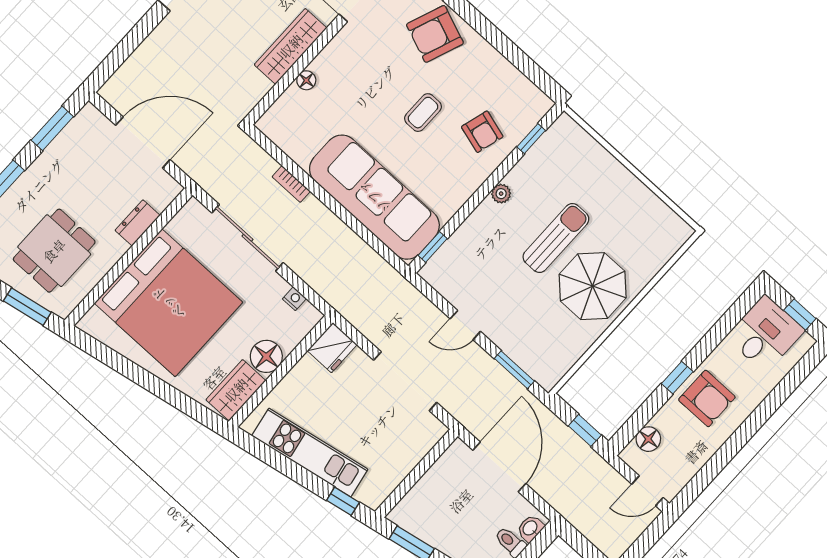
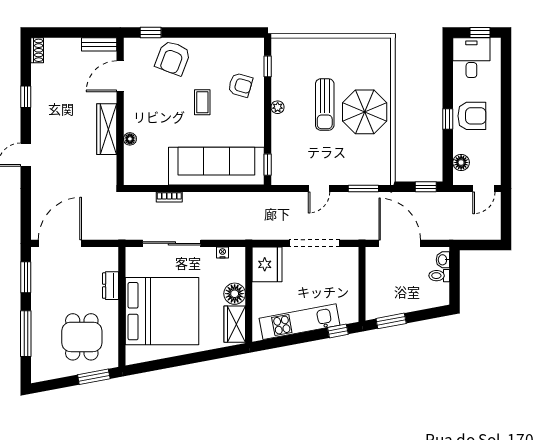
door: (143, 142) -> (60, 243), moved
sun lounger: (556, 238) -> (325, 105), turned 180
fridge: (332, 348) -> (267, 264), width x1.36, depth x1.34

